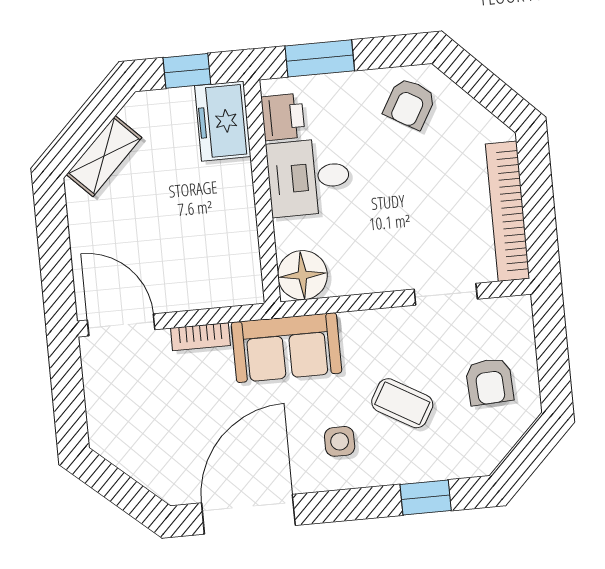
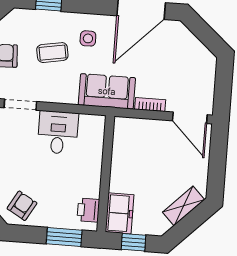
desk: (309, 177) -> (58, 132), moved, turned -90
floor lamp: (302, 275) -> (92, 127), removed
coffee table: (402, 403) -> (52, 53), turned -40

